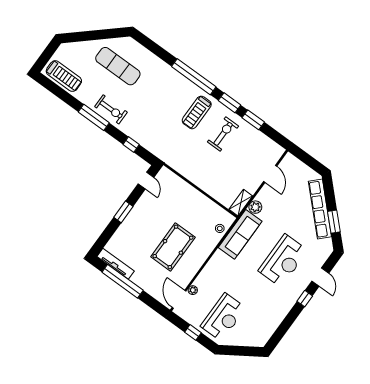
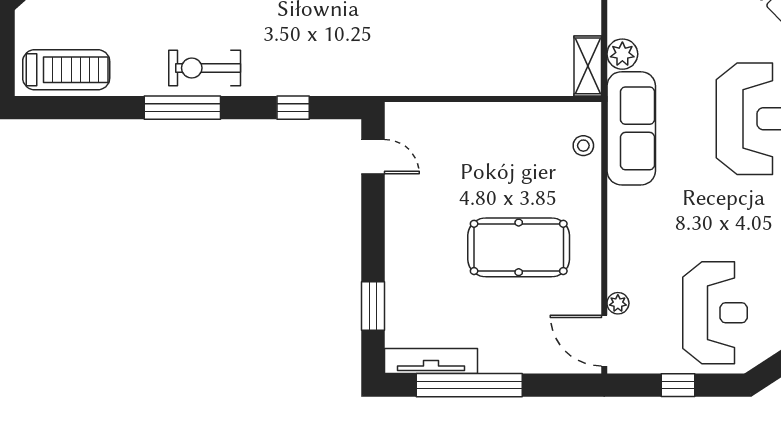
exercise bike: (111, 109) -> (205, 68), turned 180
window: (123, 212) -> (373, 306), moved
pool table: (173, 247) -> (519, 247), turned 90

